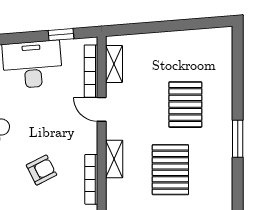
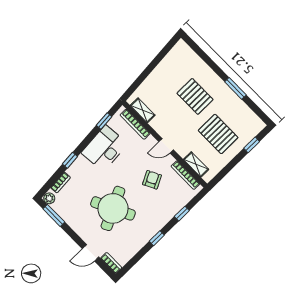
door: (102, 109) -> (166, 146), moved
shelving: (114, 159) -> (196, 164), moved
armchair: (42, 170) -> (152, 180), moved

